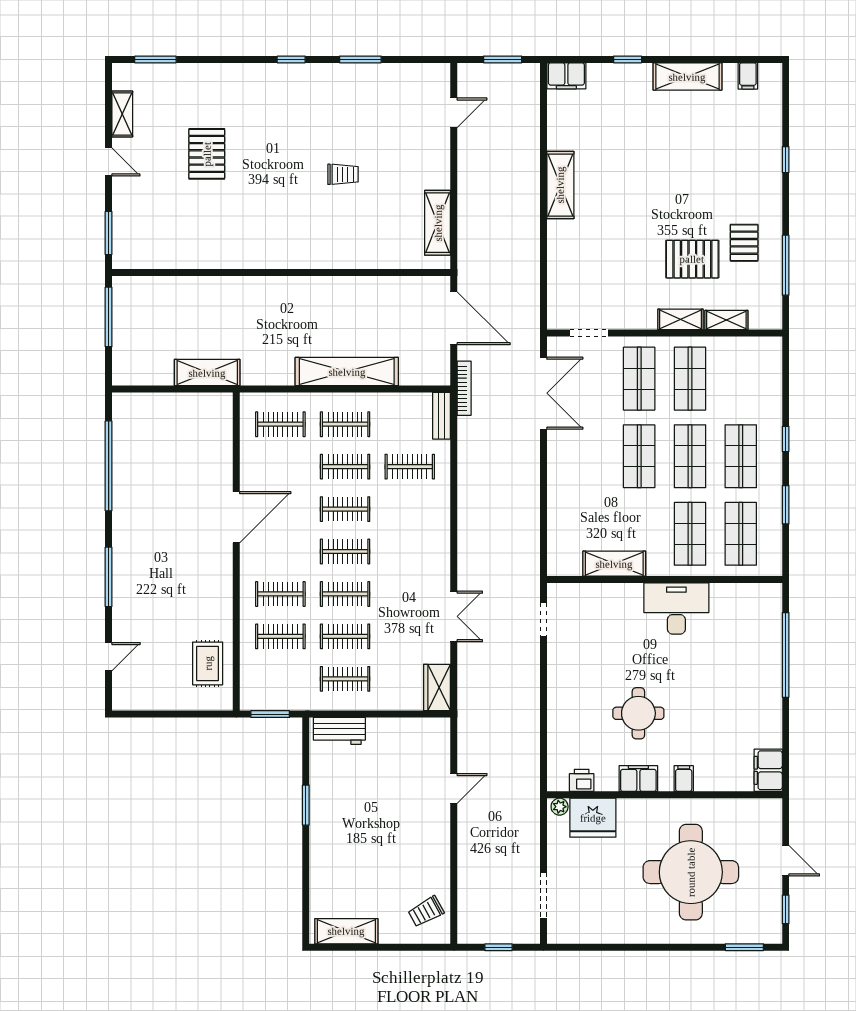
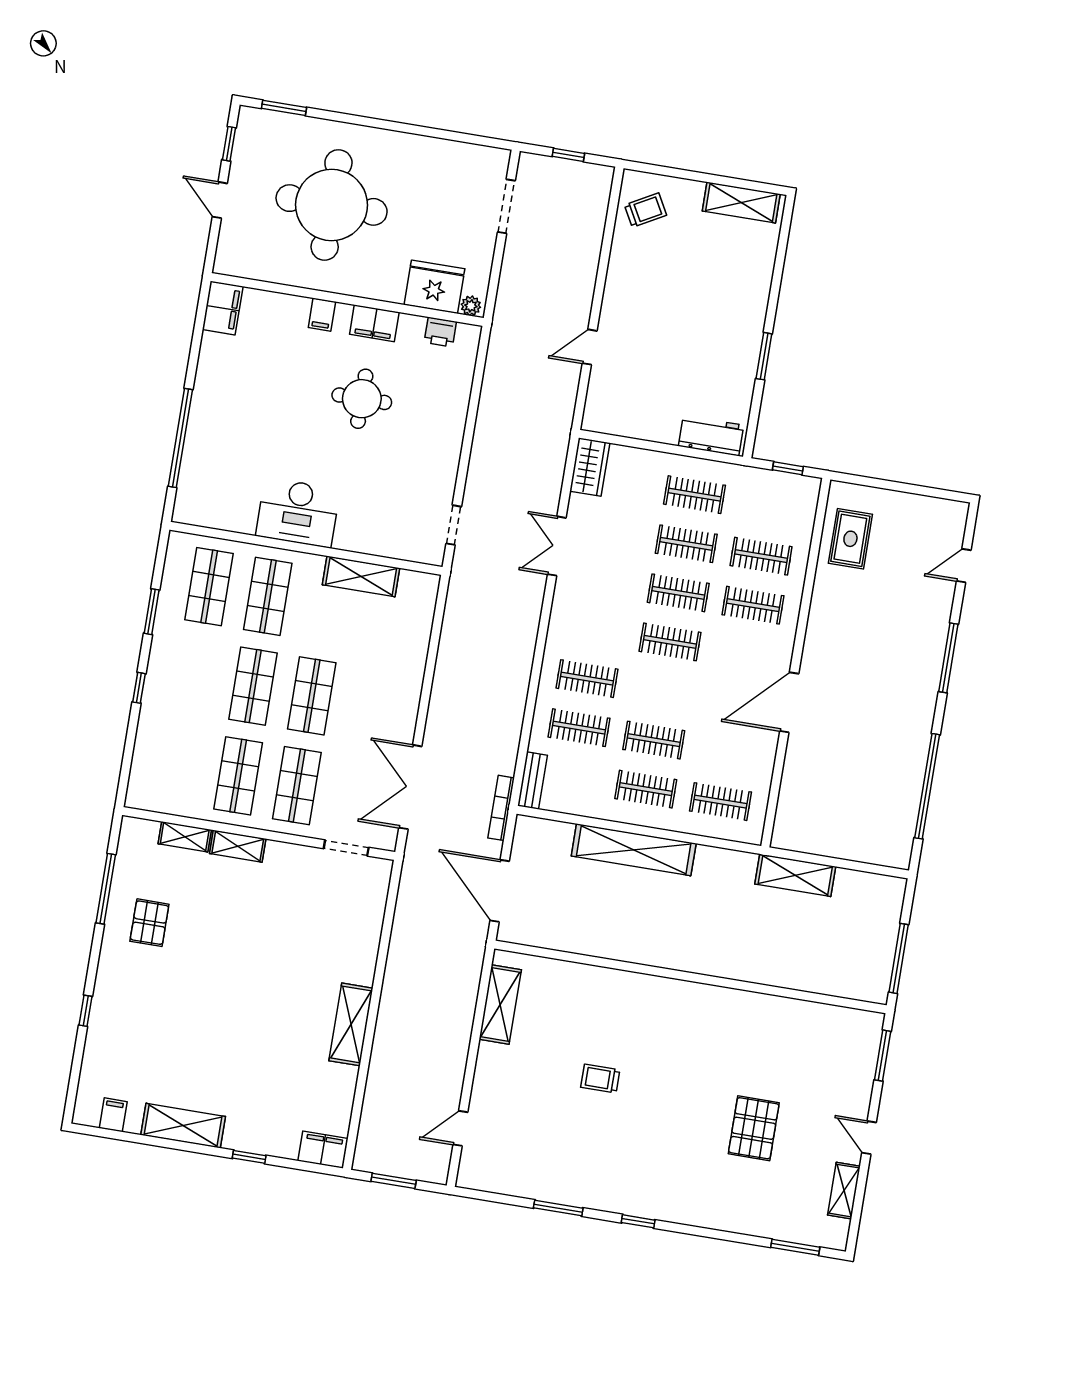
pallet: (692, 259) -> (212, 914), removed
shop shelf: (741, 456) -> (194, 676), removed
clothes rail: (345, 509) -> (587, 679), moved
window: (270, 714) -> (788, 468), width x0.67

